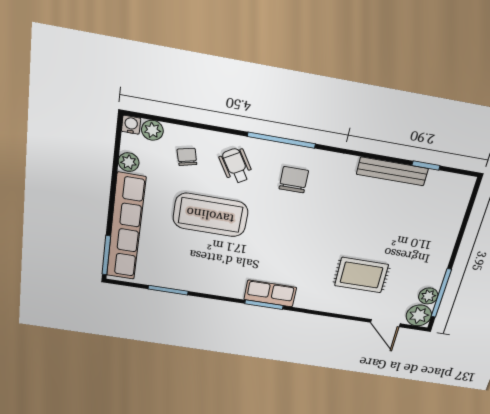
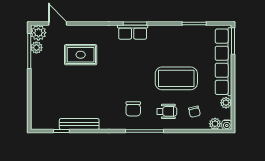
wheelchair: (236, 166) -> (167, 111), turned -59

